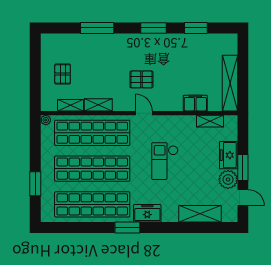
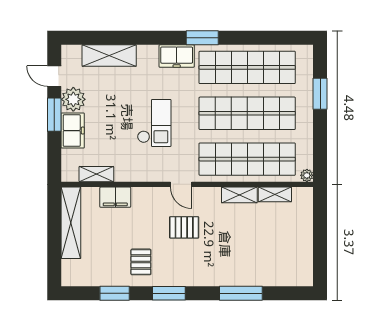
pallet: (63, 74) -> (141, 262), moved

